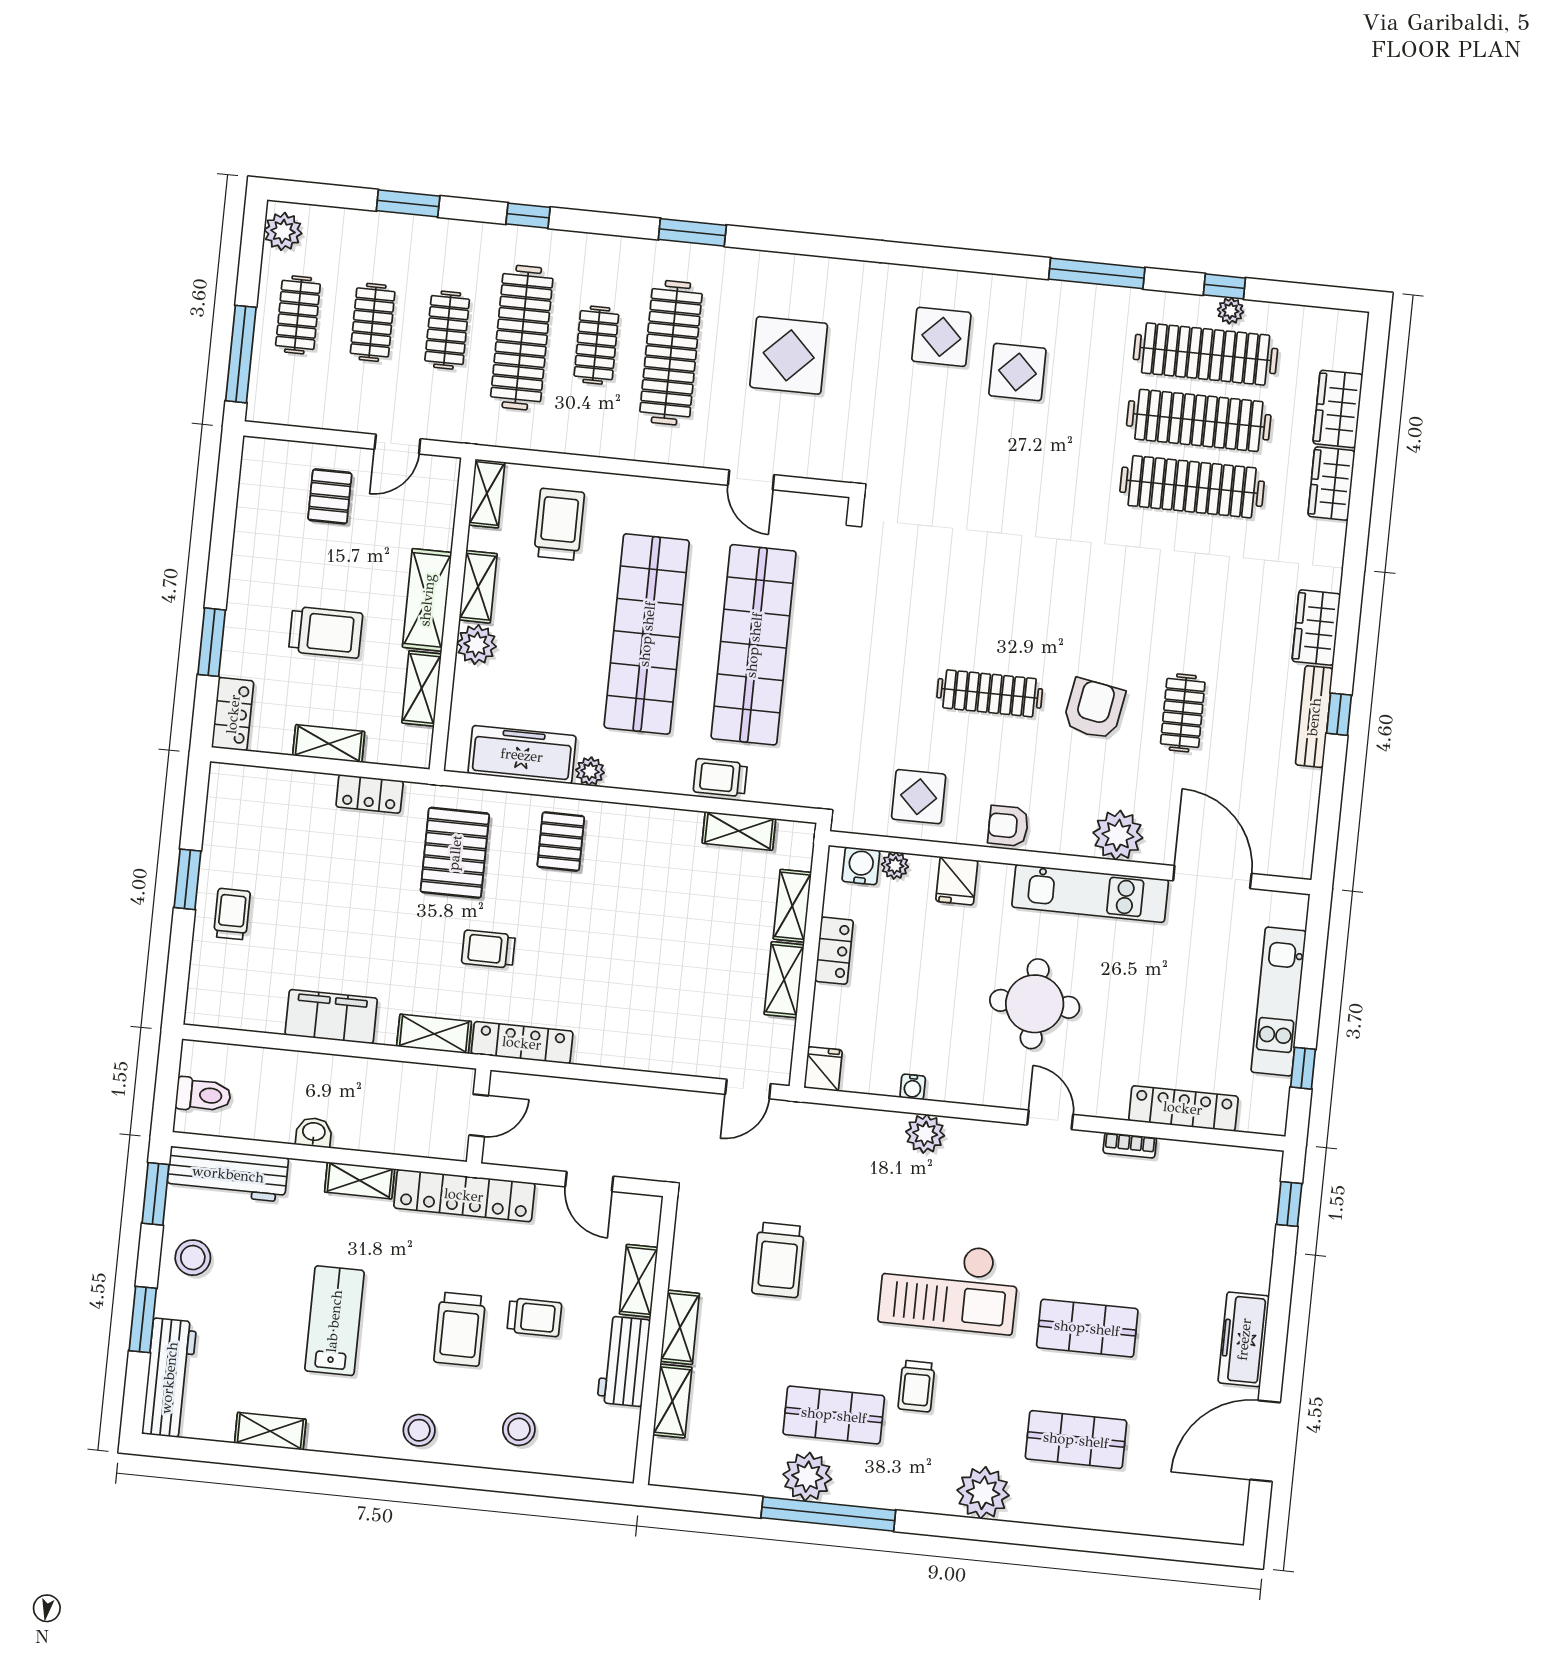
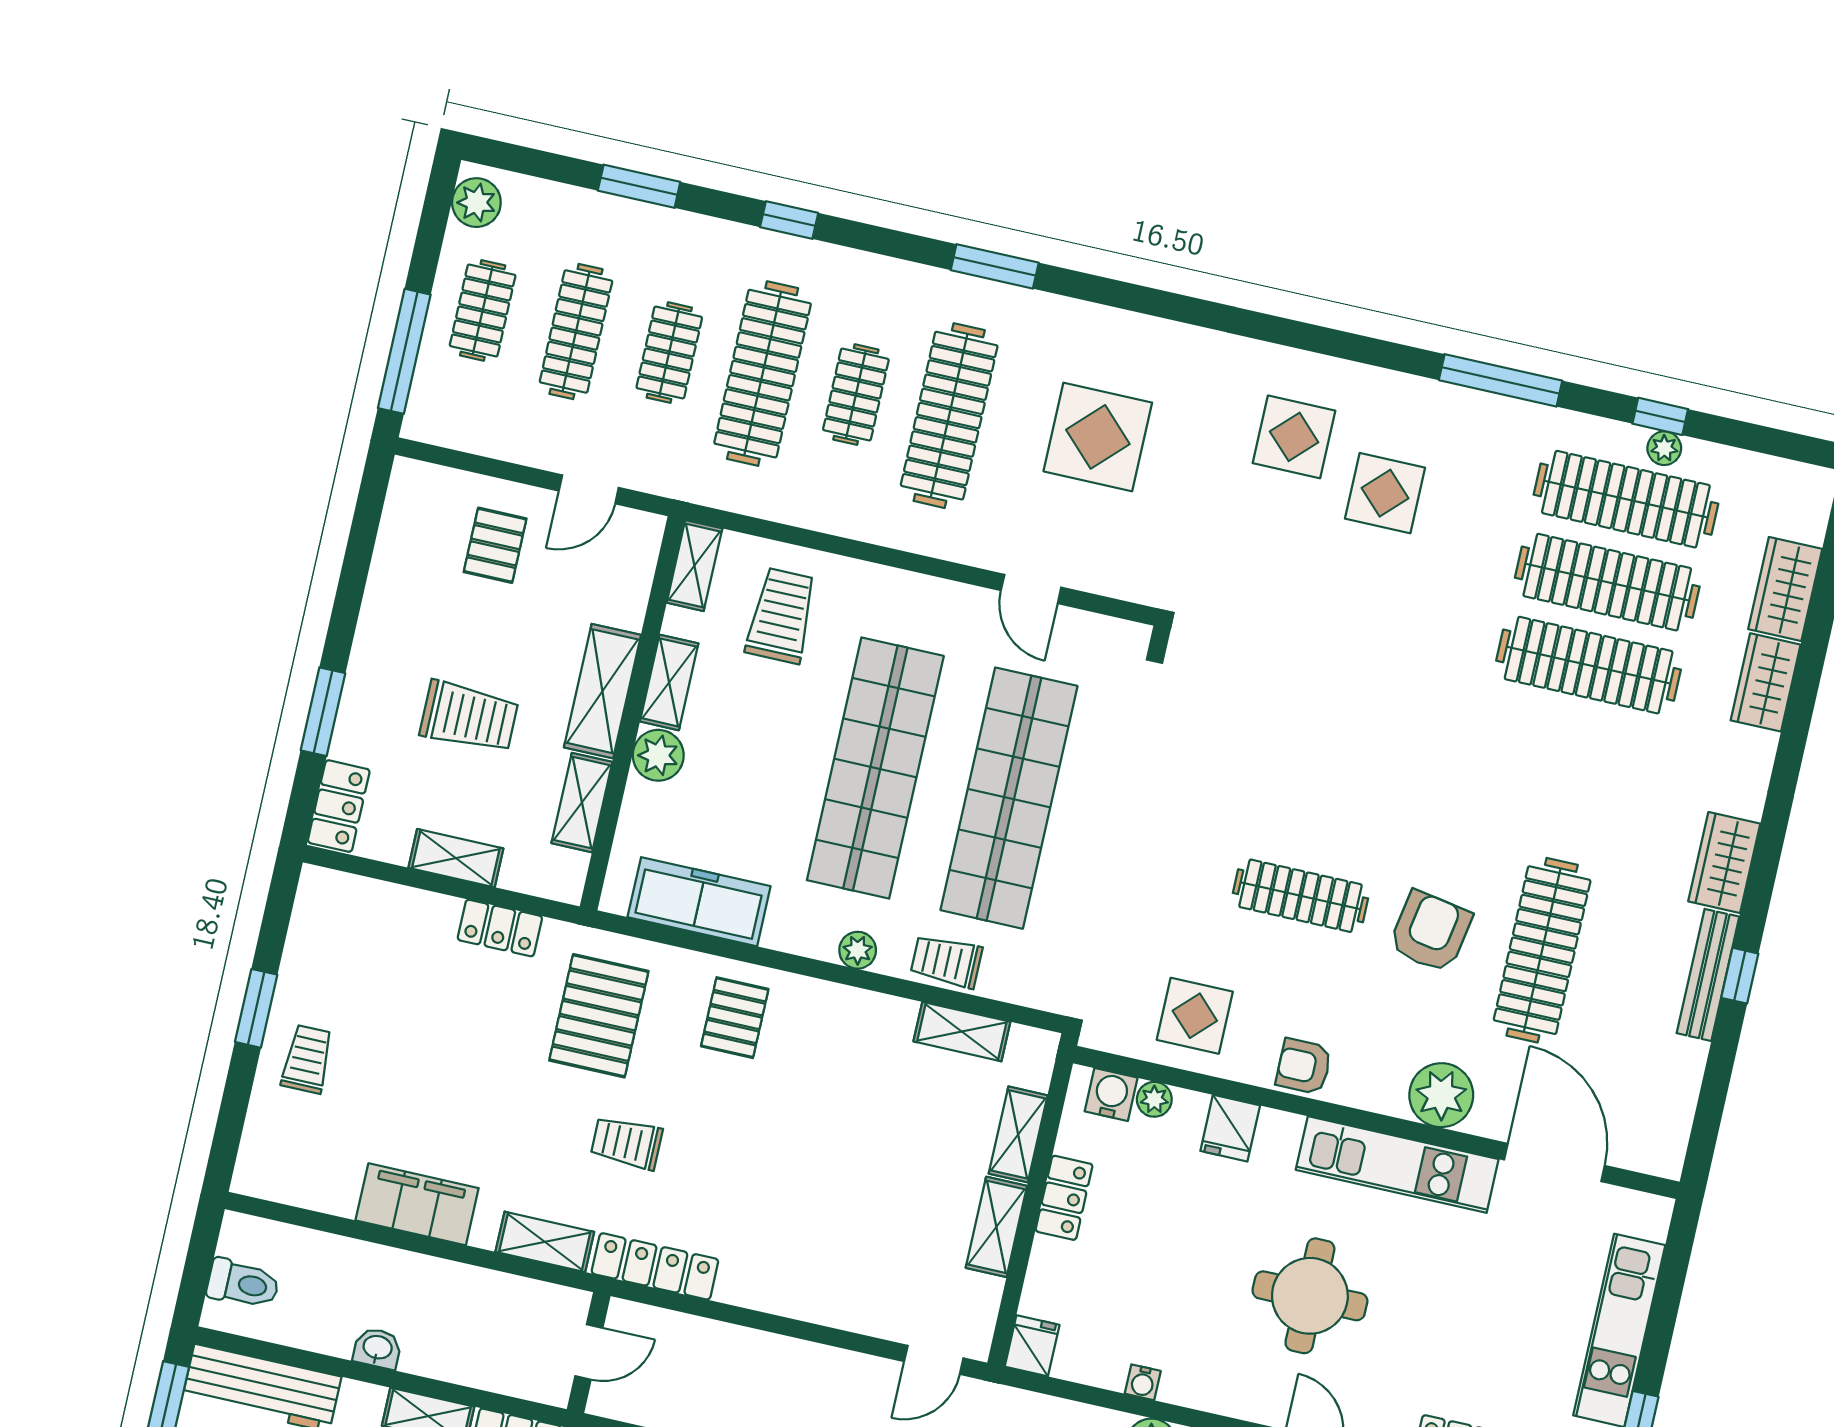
clothes rail: (373, 322) -> (576, 331), width x1.36
clothes rail: (1183, 713) -> (1542, 950), width x1.86, depth x1.31
plant: (590, 771) -> (858, 950), moved

